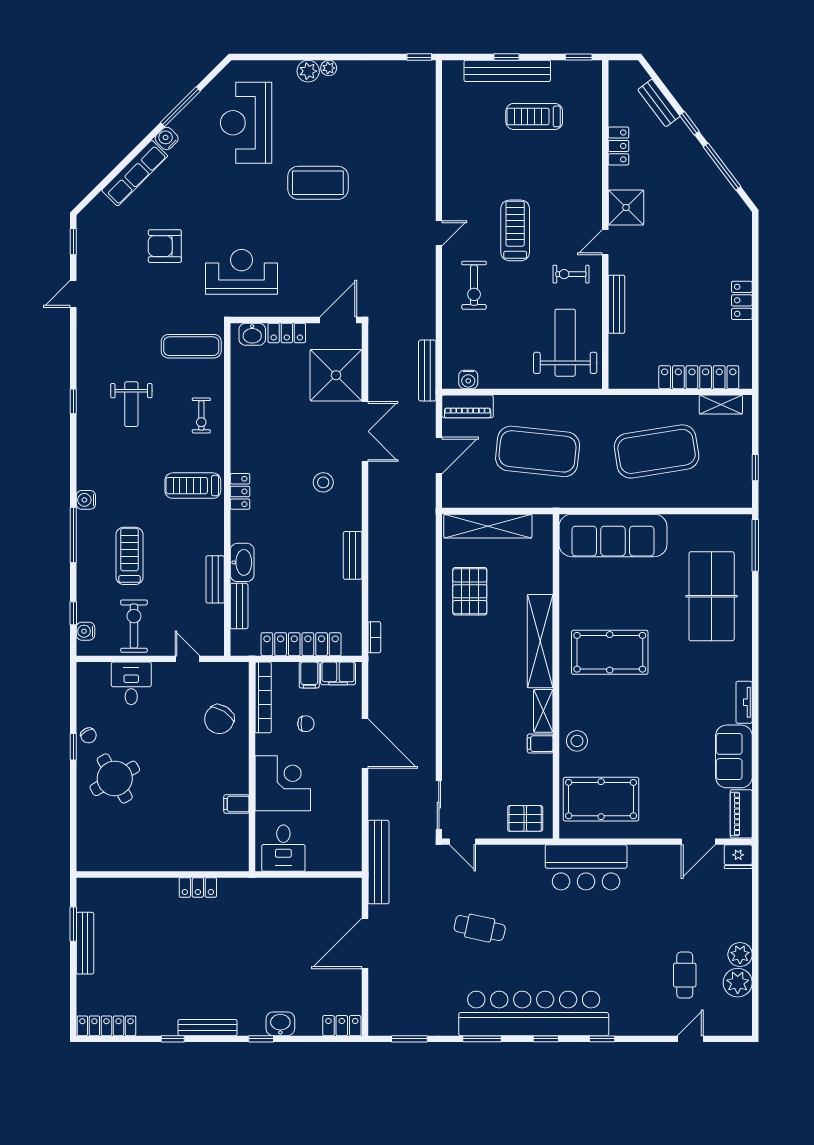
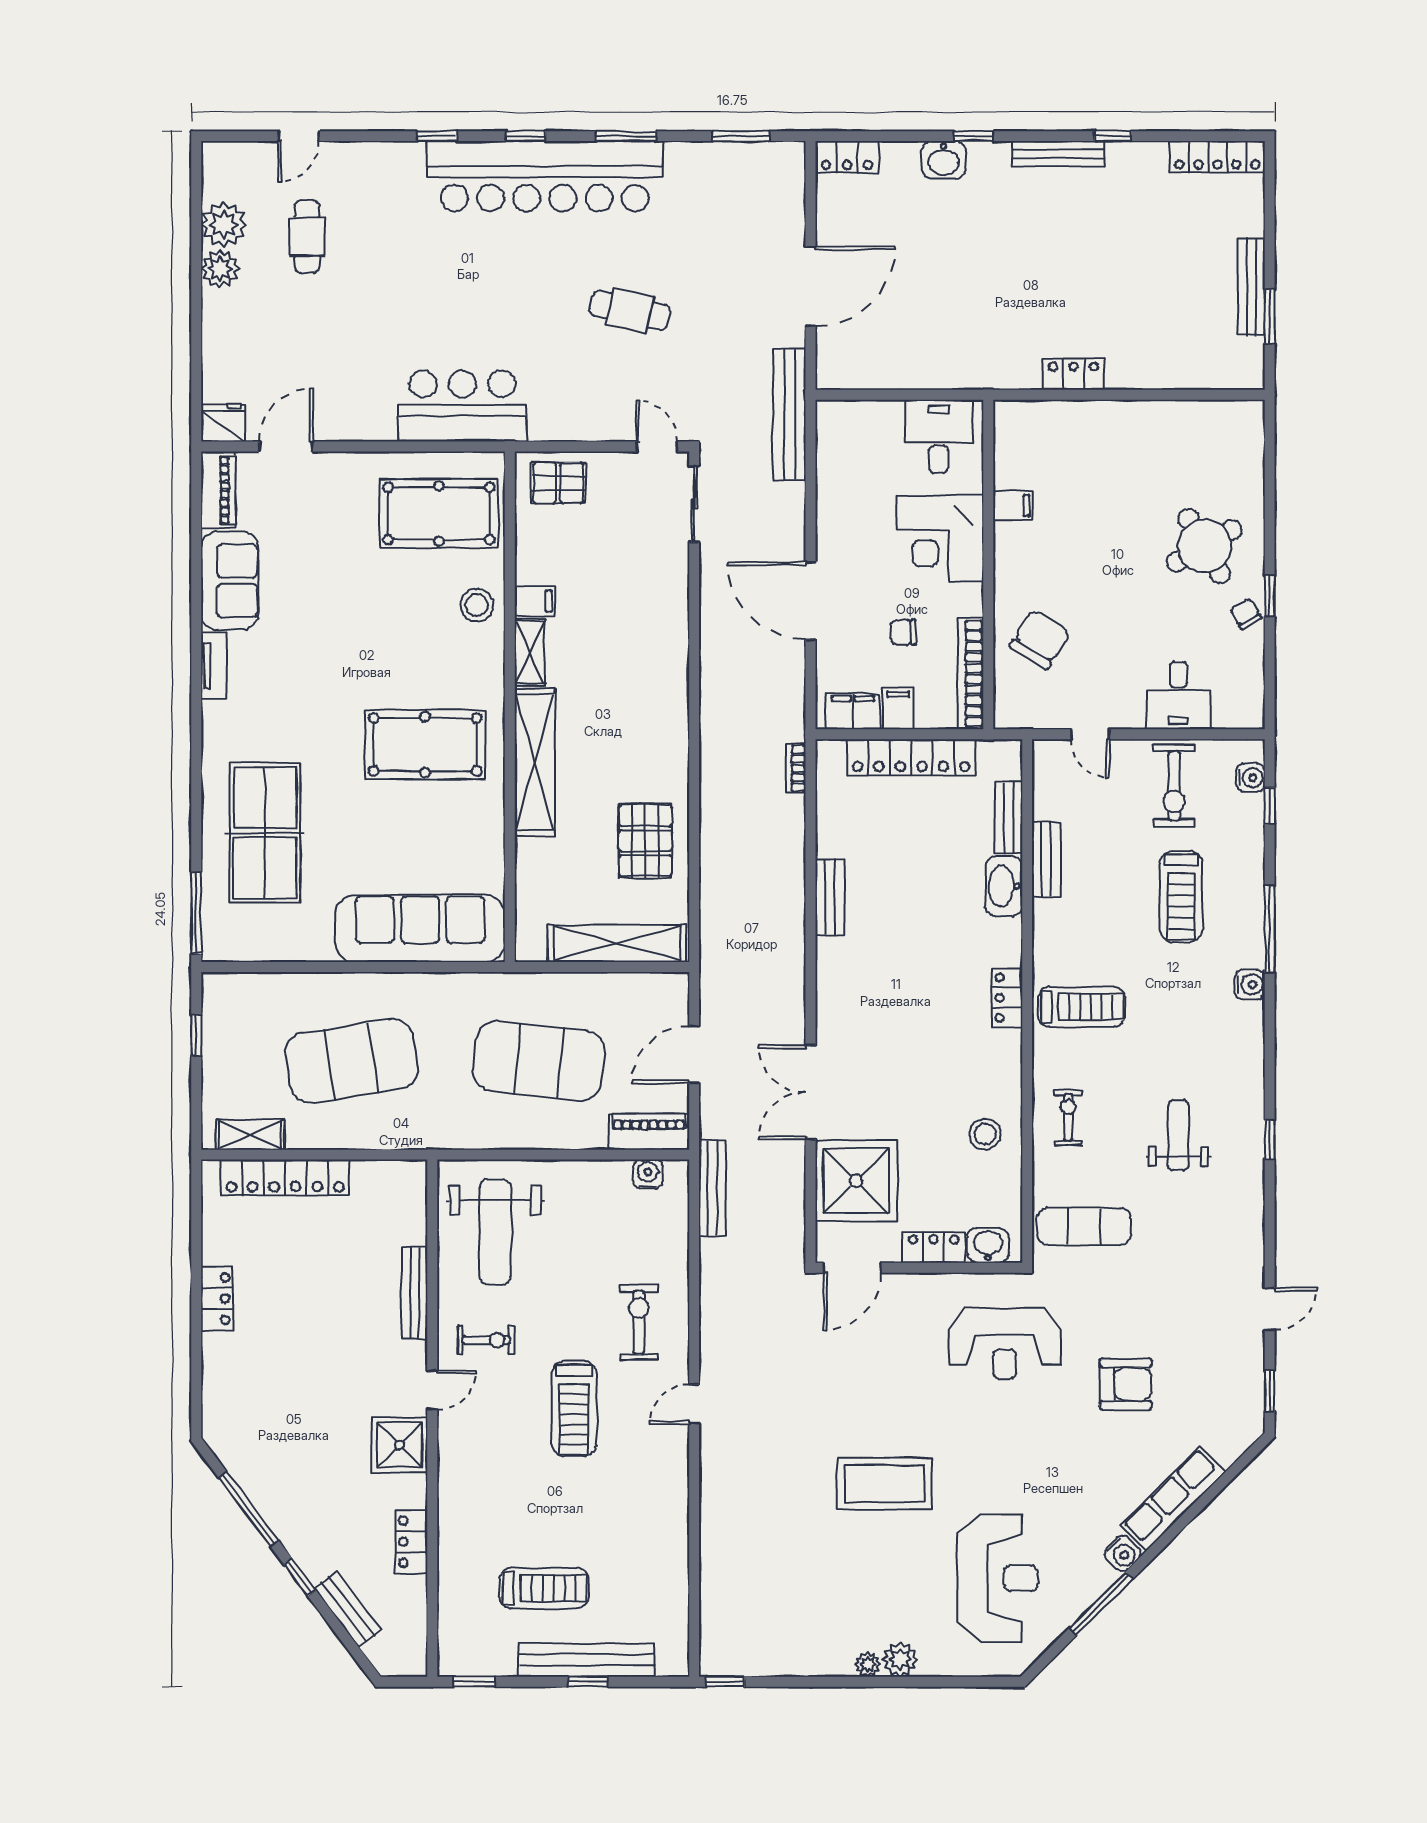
stool: (323, 482) -> (985, 1134), moved

